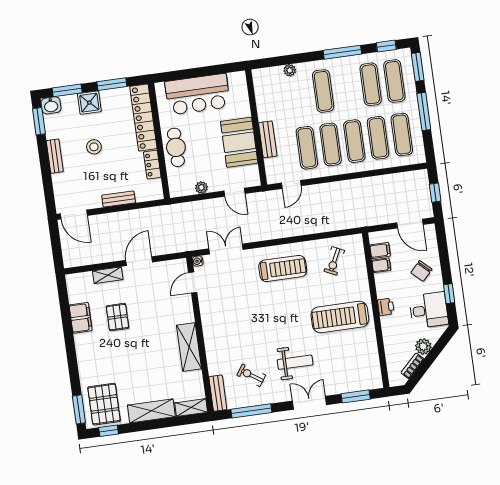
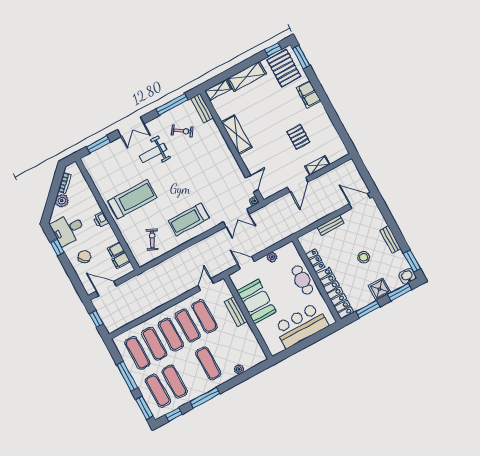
filing cabinet: (81, 318) -> (308, 94), moved

